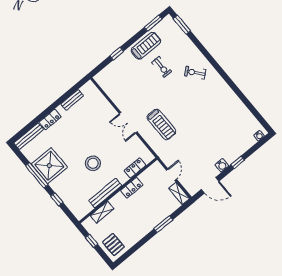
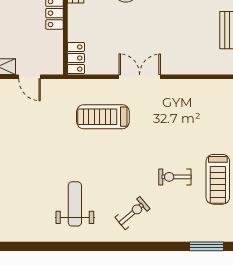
weight bench: (214, 103) -> (75, 204), added
locker: (135, 168) -> (76, 58), moved

